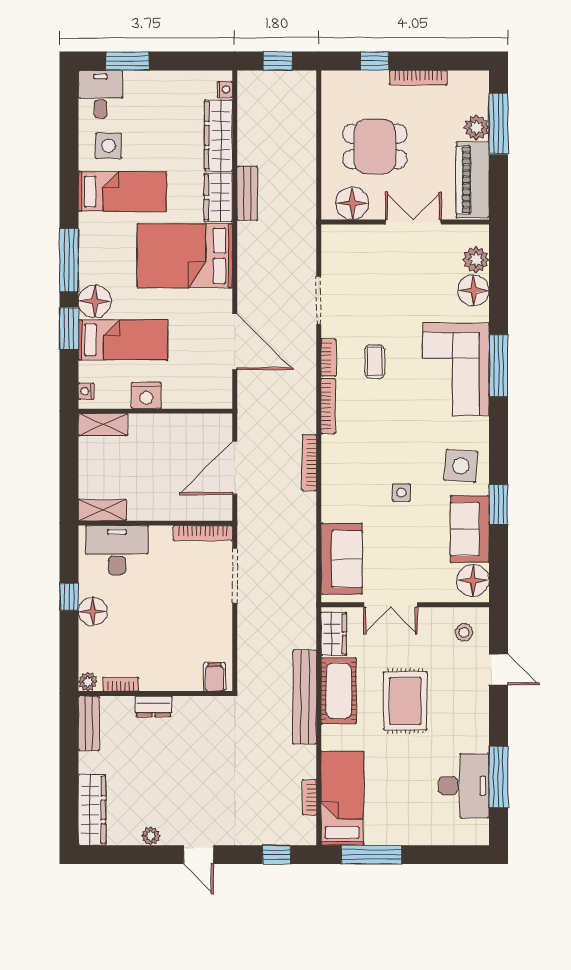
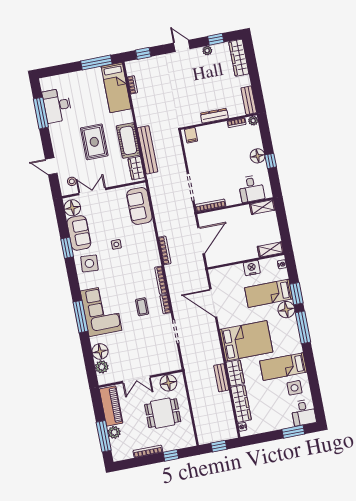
desk: (117, 550) -> (251, 189), width x0.73
double door: (390, 605) -> (92, 191), moved
bench: (305, 697) -> (147, 150), moved
dresser: (154, 706) -> (214, 116), width x1.44
window: (130, 855) -> (216, 39), added

